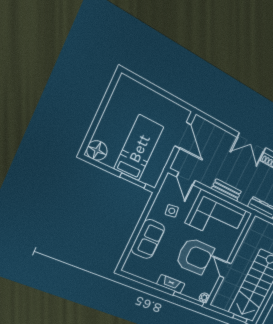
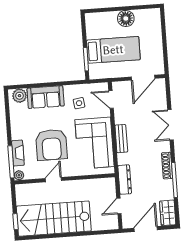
double door: (252, 143) -> (170, 125), moved
floor lamp: (97, 150) -> (126, 18), moved
door: (186, 179) -> (111, 99), hinge flipped
plant: (133, 262) -> (19, 96), added
fireplace: (171, 284) -> (18, 153), moved

